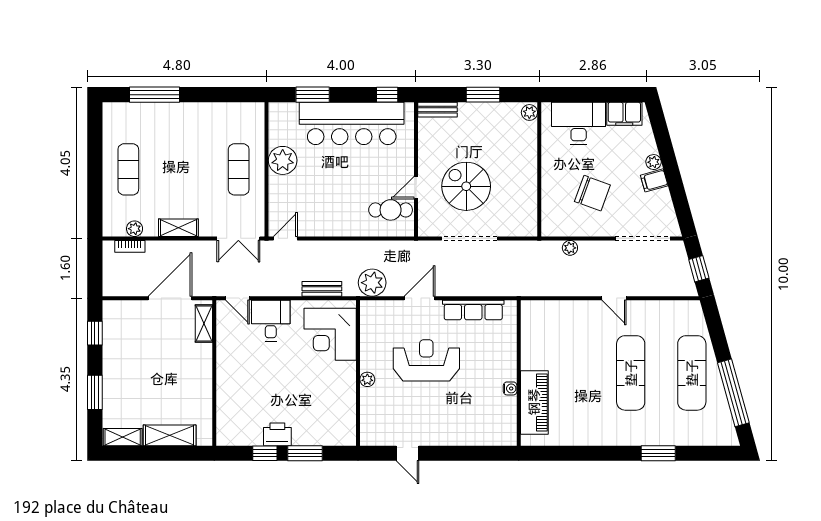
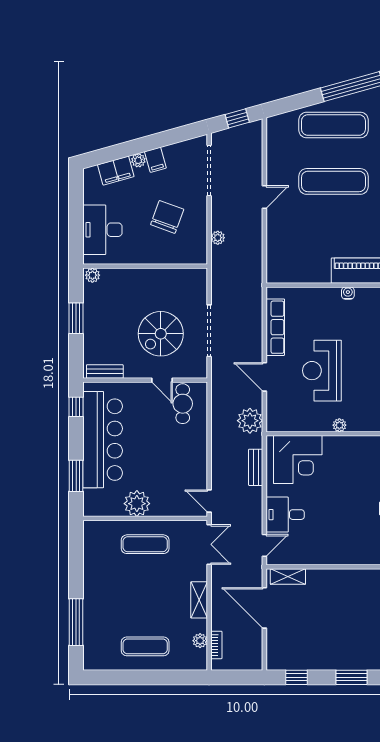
bench: (438, 110) -> (105, 371), moved, turned 90
filing cabinet: (624, 114) -> (116, 171), moved, turned 74

